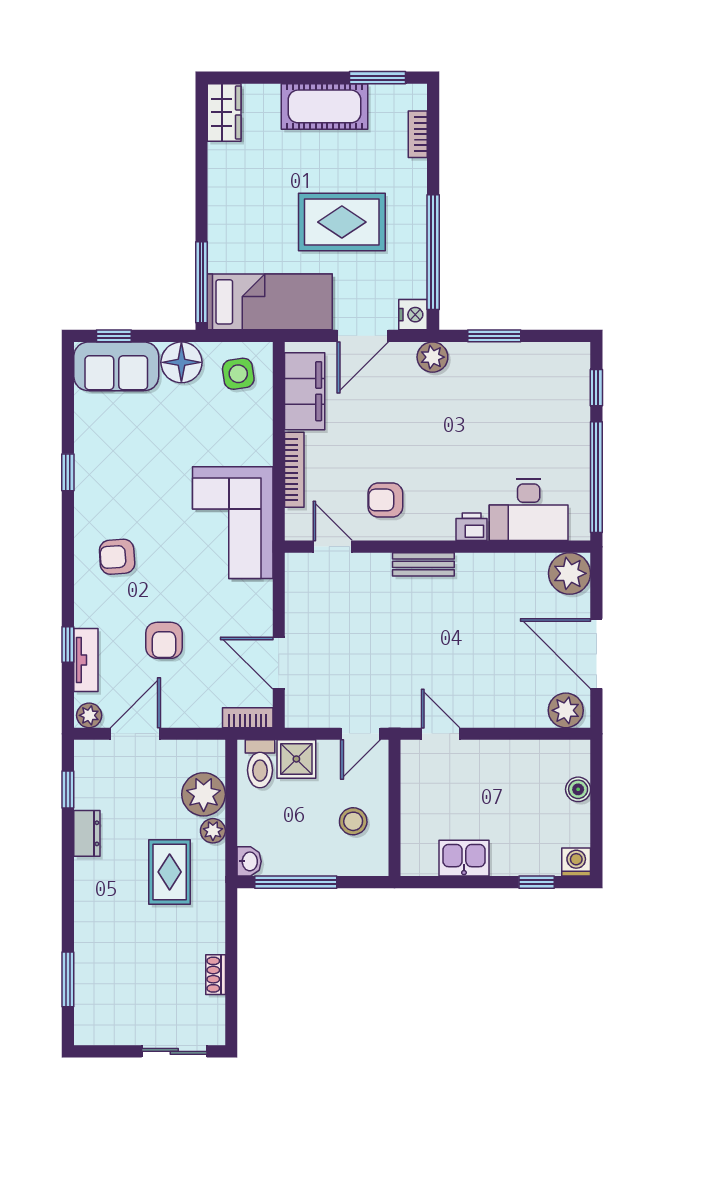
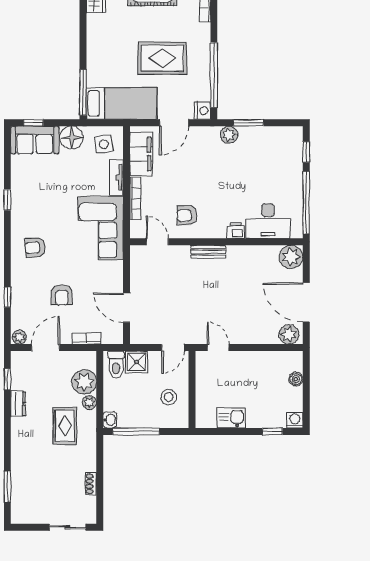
plant: (432, 357) -> (229, 135), moved
tv unit: (86, 660) -> (116, 177), moved, turned 180
bookcase: (248, 718) -> (87, 339), moved

